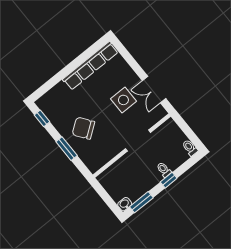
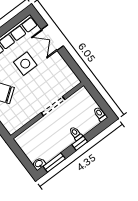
double door: (154, 90) -> (52, 38), moved
side table: (123, 100) -> (25, 64), moved

